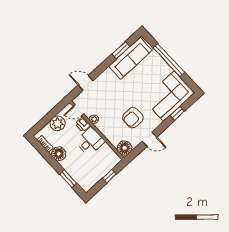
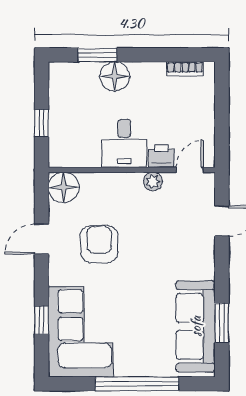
plant: (58, 123) -> (199, 118), removed
floor lamp: (59, 154) -> (115, 76), moved

